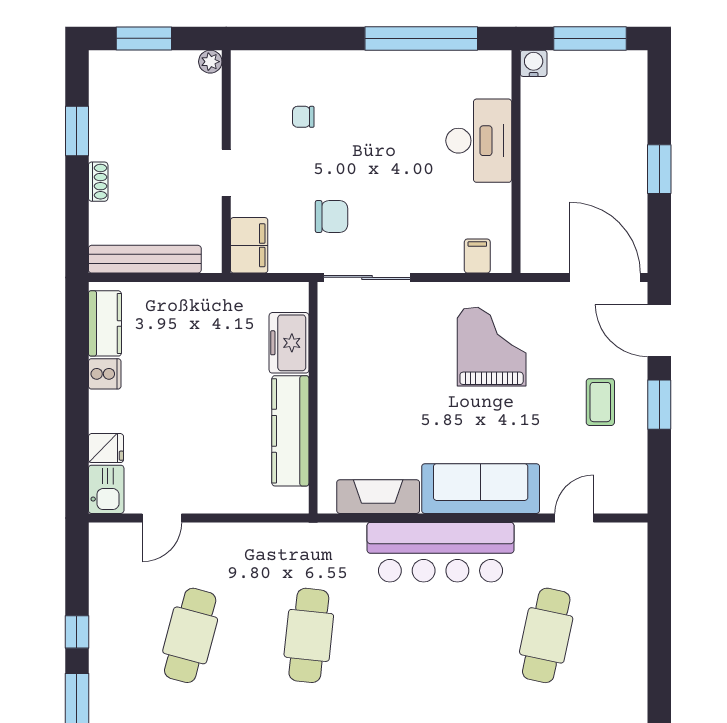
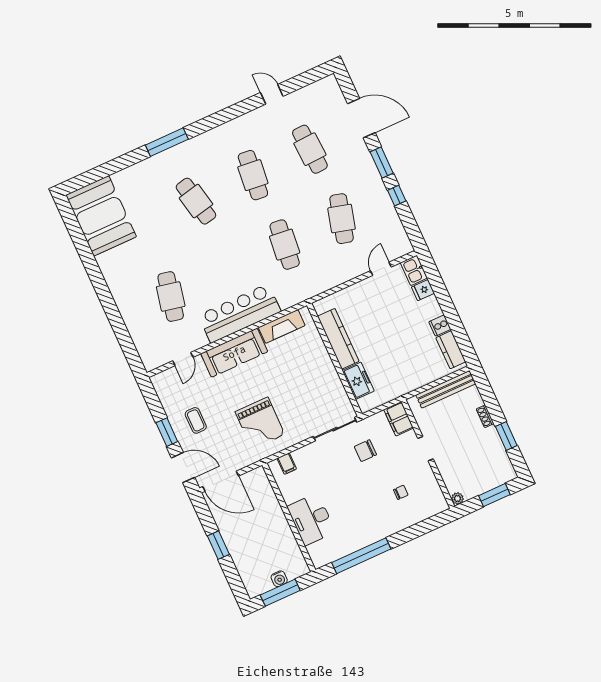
water cooler: (534, 63) -> (279, 579), moved

